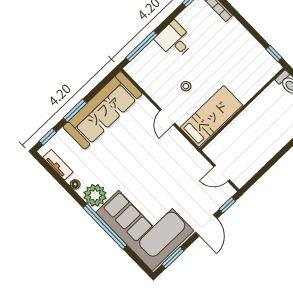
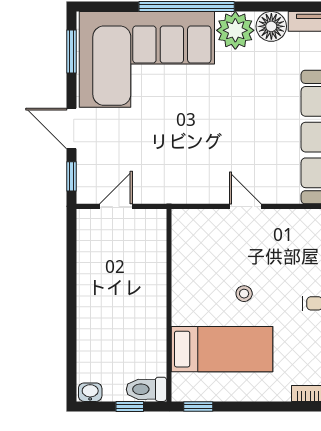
stool: (186, 86) -> (244, 294), moved
bed: (211, 116) -> (222, 349), moved, turned -90
floor lamp: (75, 184) -> (271, 26), width x1.89, depth x1.89

